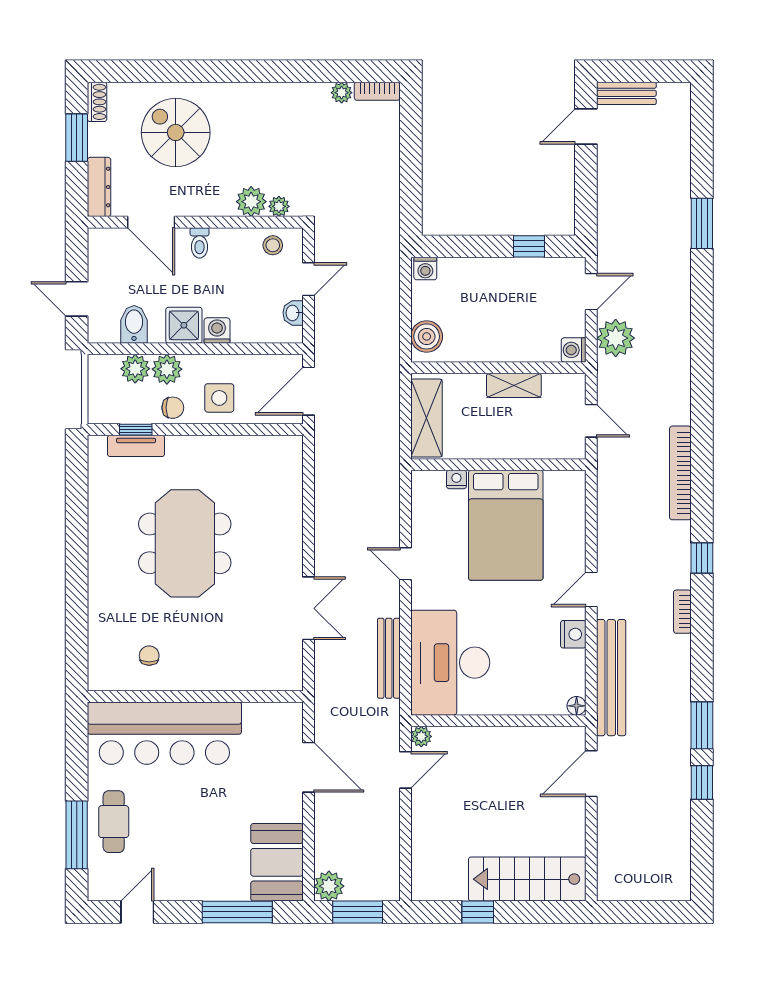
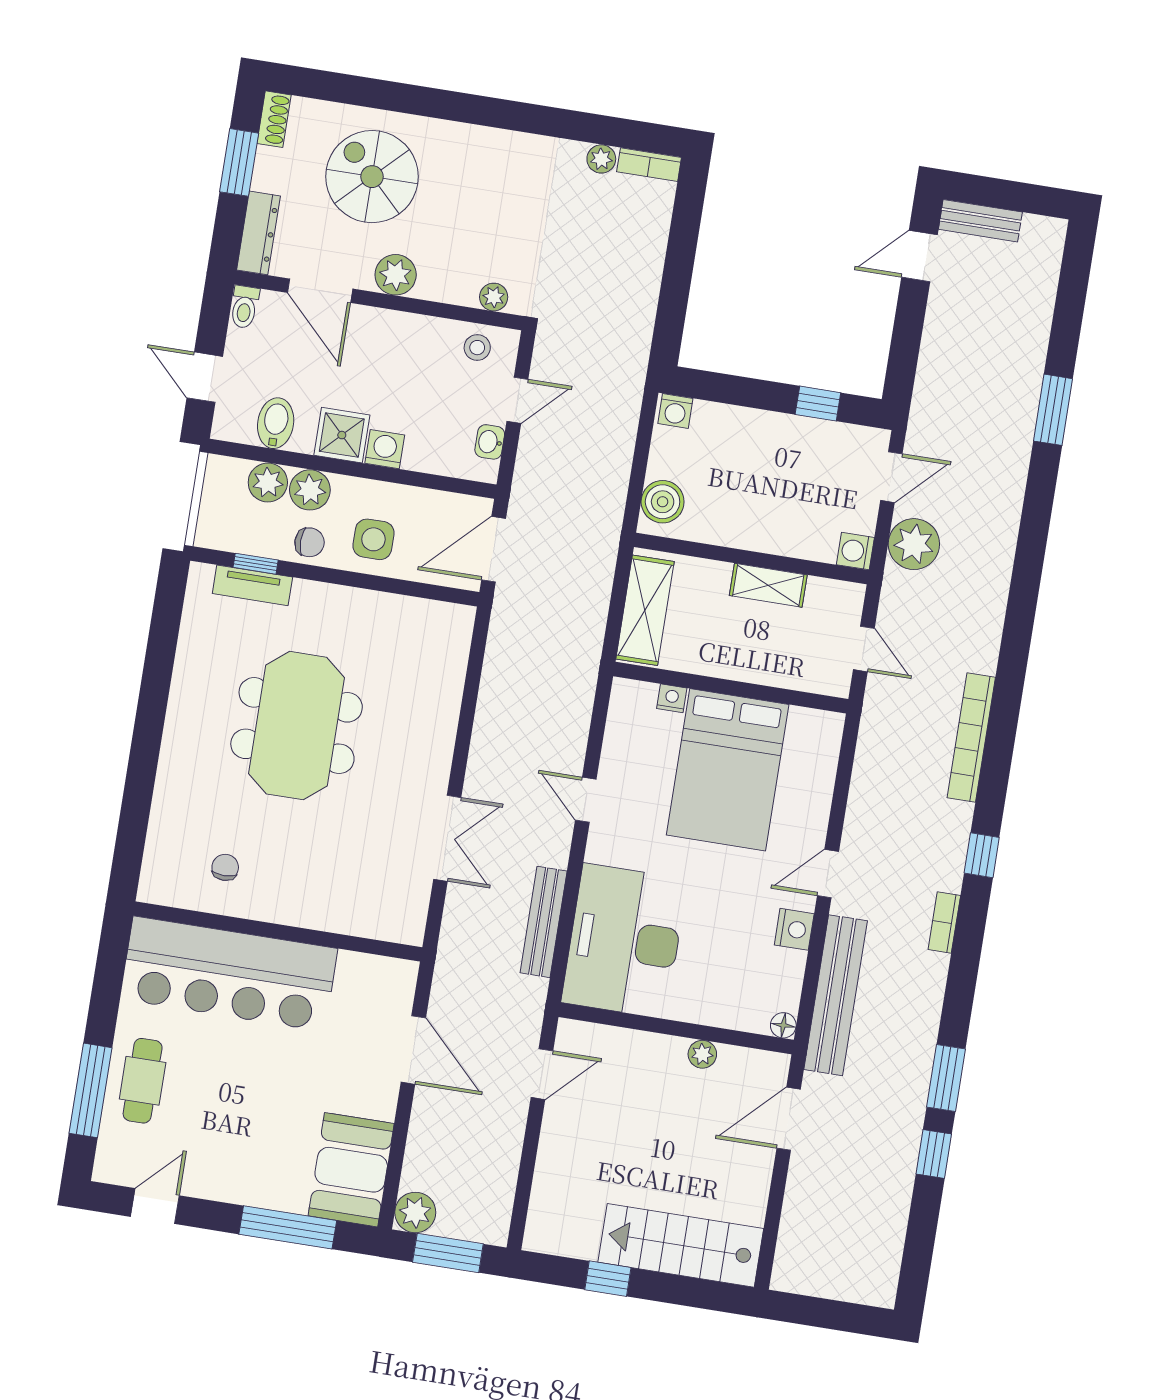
plant: (251, 202) -> (396, 275), moved
toilet: (200, 243) -> (244, 307), moved
plant: (421, 736) -> (702, 1054), moved

